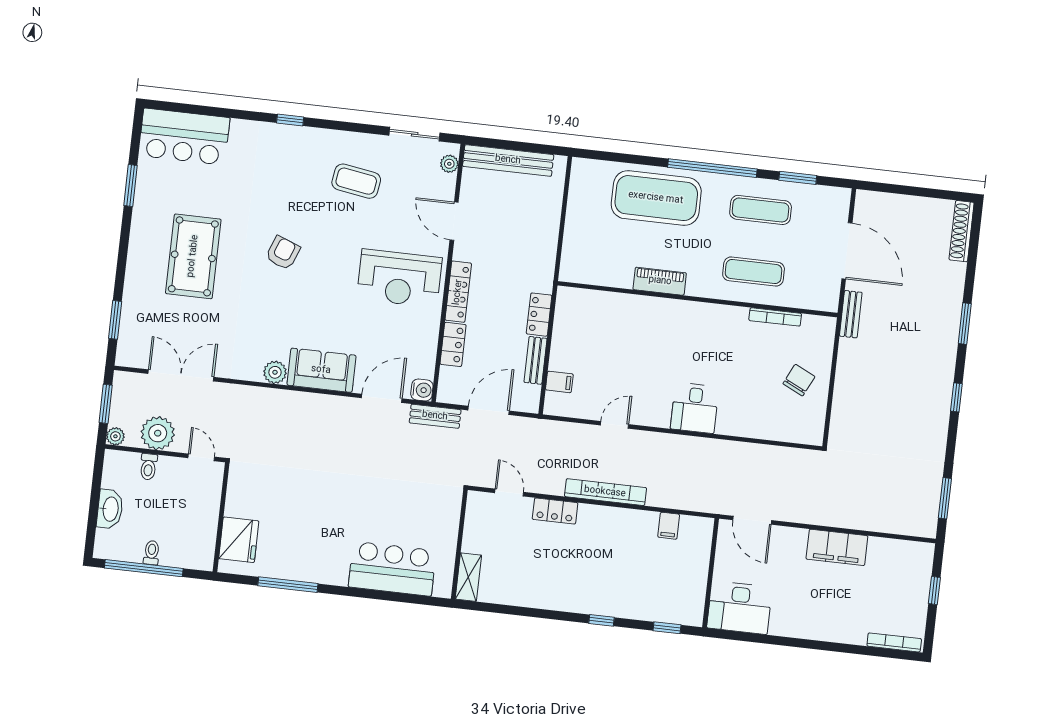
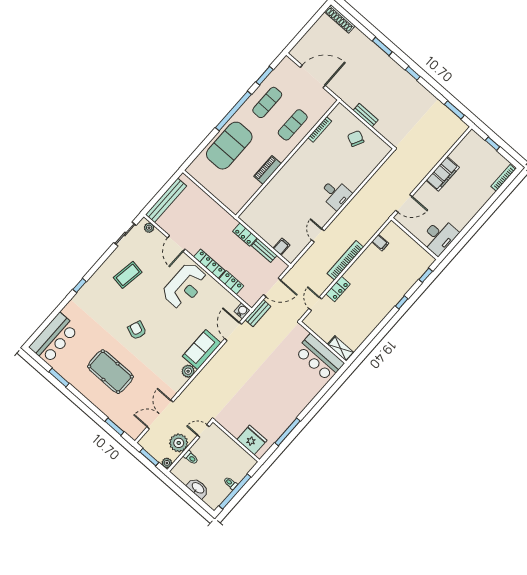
door: (454, 221) -> (176, 243), hinge flipped
bench: (851, 314) -> (366, 115), moved
door: (489, 410) -> (272, 287), swing flipped
door: (509, 493) -> (315, 304), hinge flipped
bar counter: (392, 569) -> (319, 358), moved, turned -90

